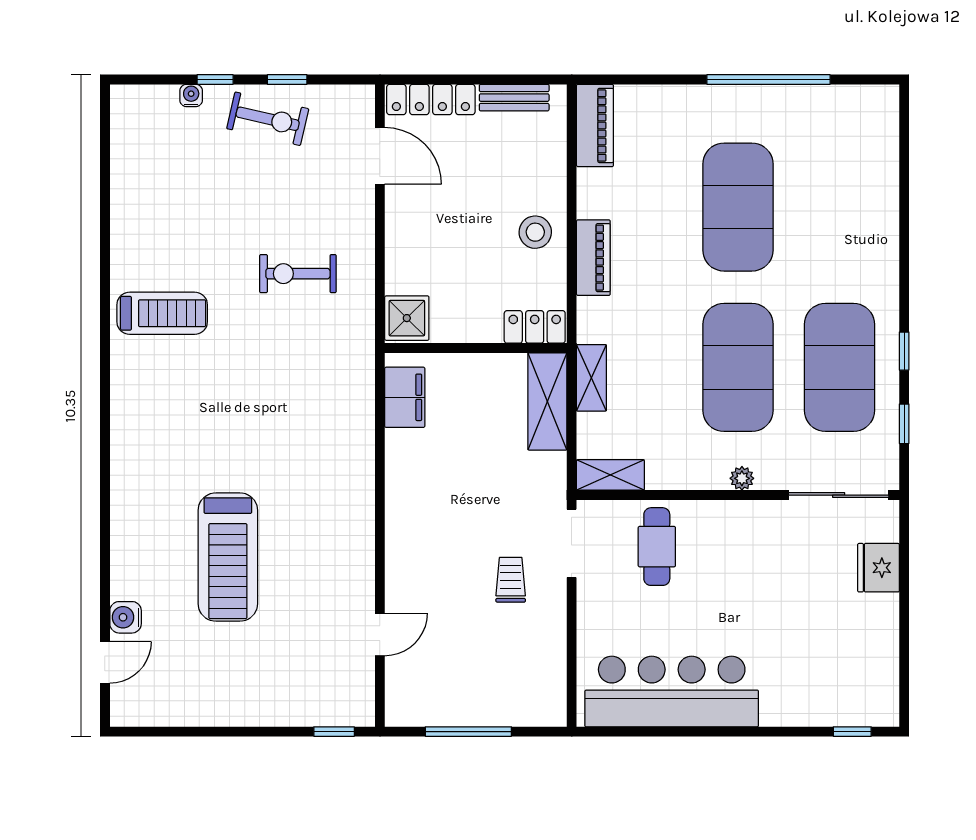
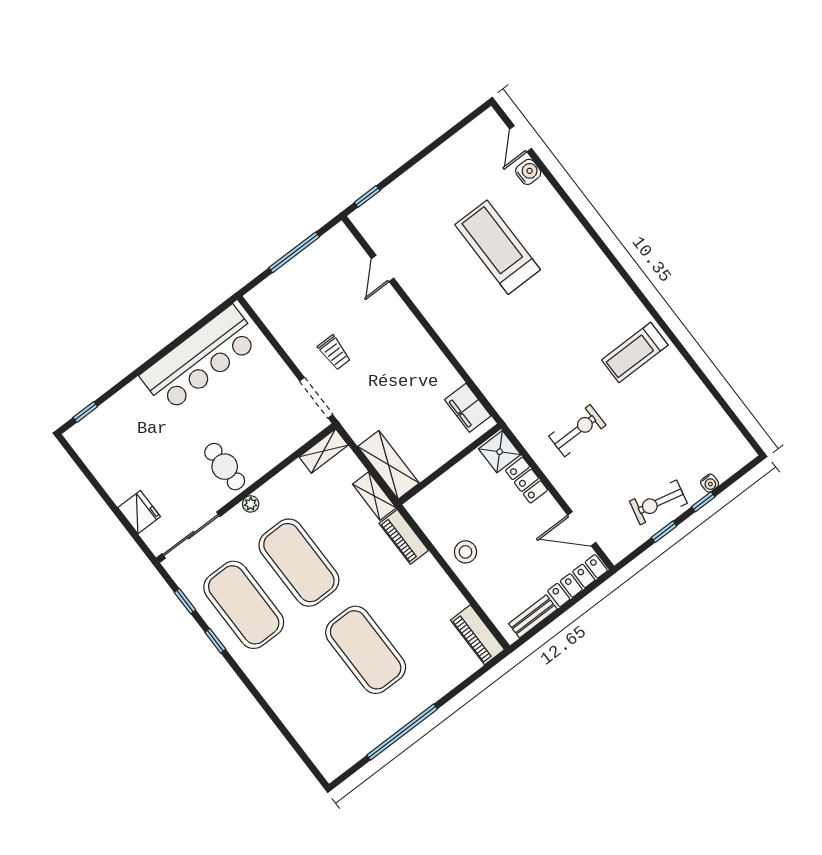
piano: (593, 258) -> (404, 537), moved
locker: (535, 327) -> (526, 480), moved, turned 90
cafe table: (657, 547) -> (225, 467), moved

